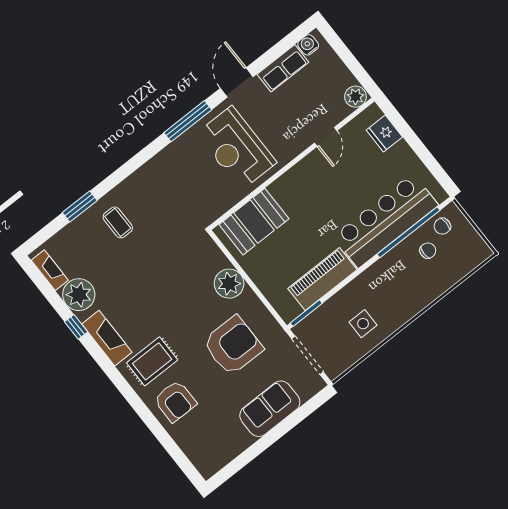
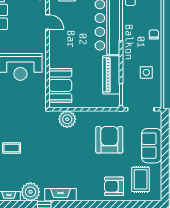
chair: (428, 251) -> (154, 35), moved
plant: (229, 284) -> (67, 119), moved
rug: (152, 361) -> (141, 179), moved
armchair: (175, 401) -> (114, 186), turned 180

